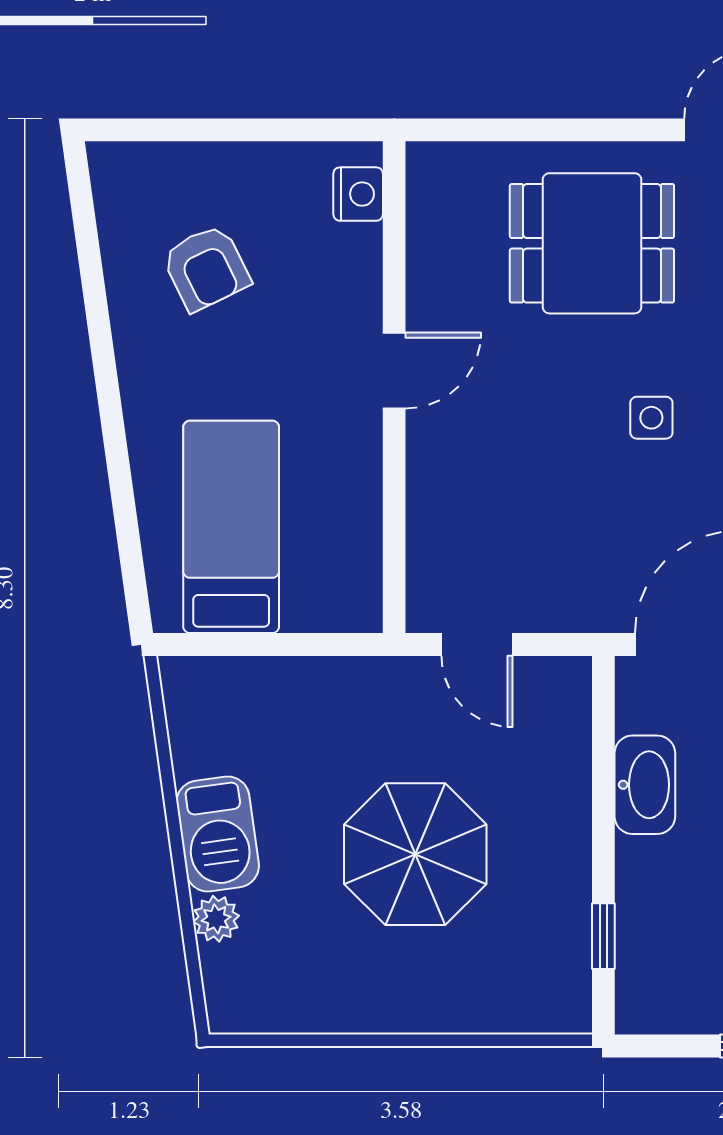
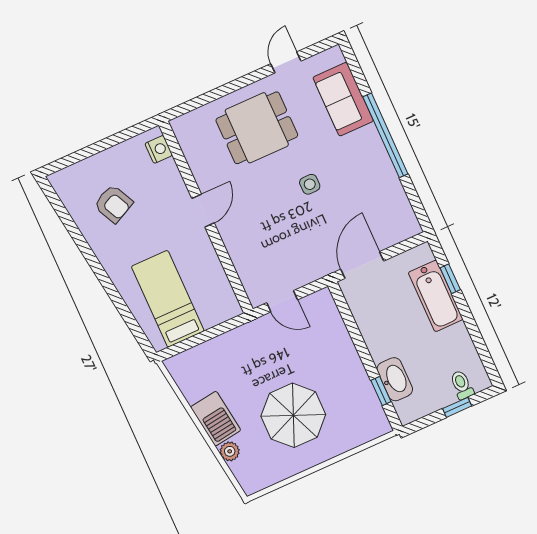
washbasin: (645, 785) -> (395, 379), moved
parasol: (415, 854) -> (293, 415), moved

